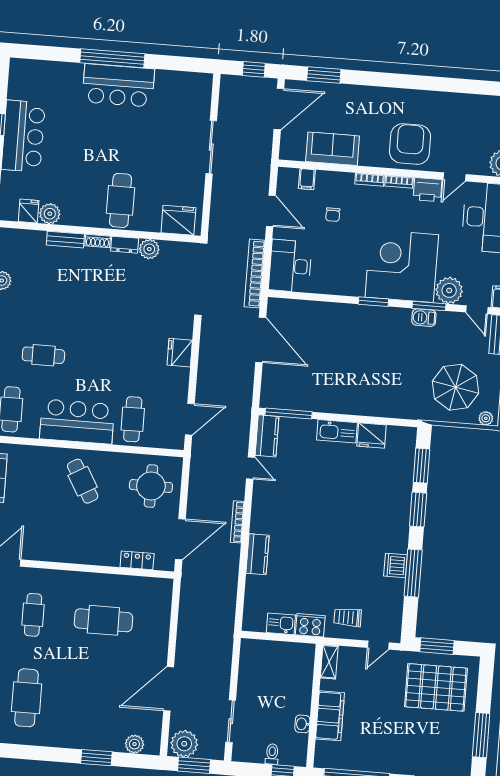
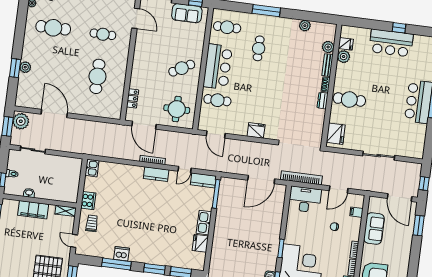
plant: (149, 249) -> (328, 47), moved
kitchen counter: (257, 554) -> (156, 174), moved
kitchen sink: (281, 624) -> (92, 168), moved
plant: (134, 744) -> (25, 67), moved

